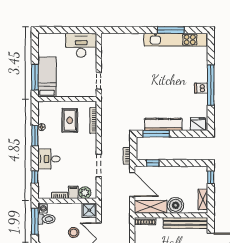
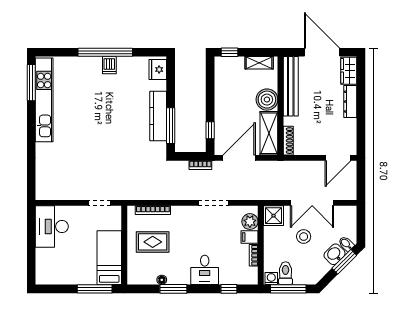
window: (171, 30) -> (31, 83), moved
bed: (47, 77) -> (109, 258), moved, turned 90

